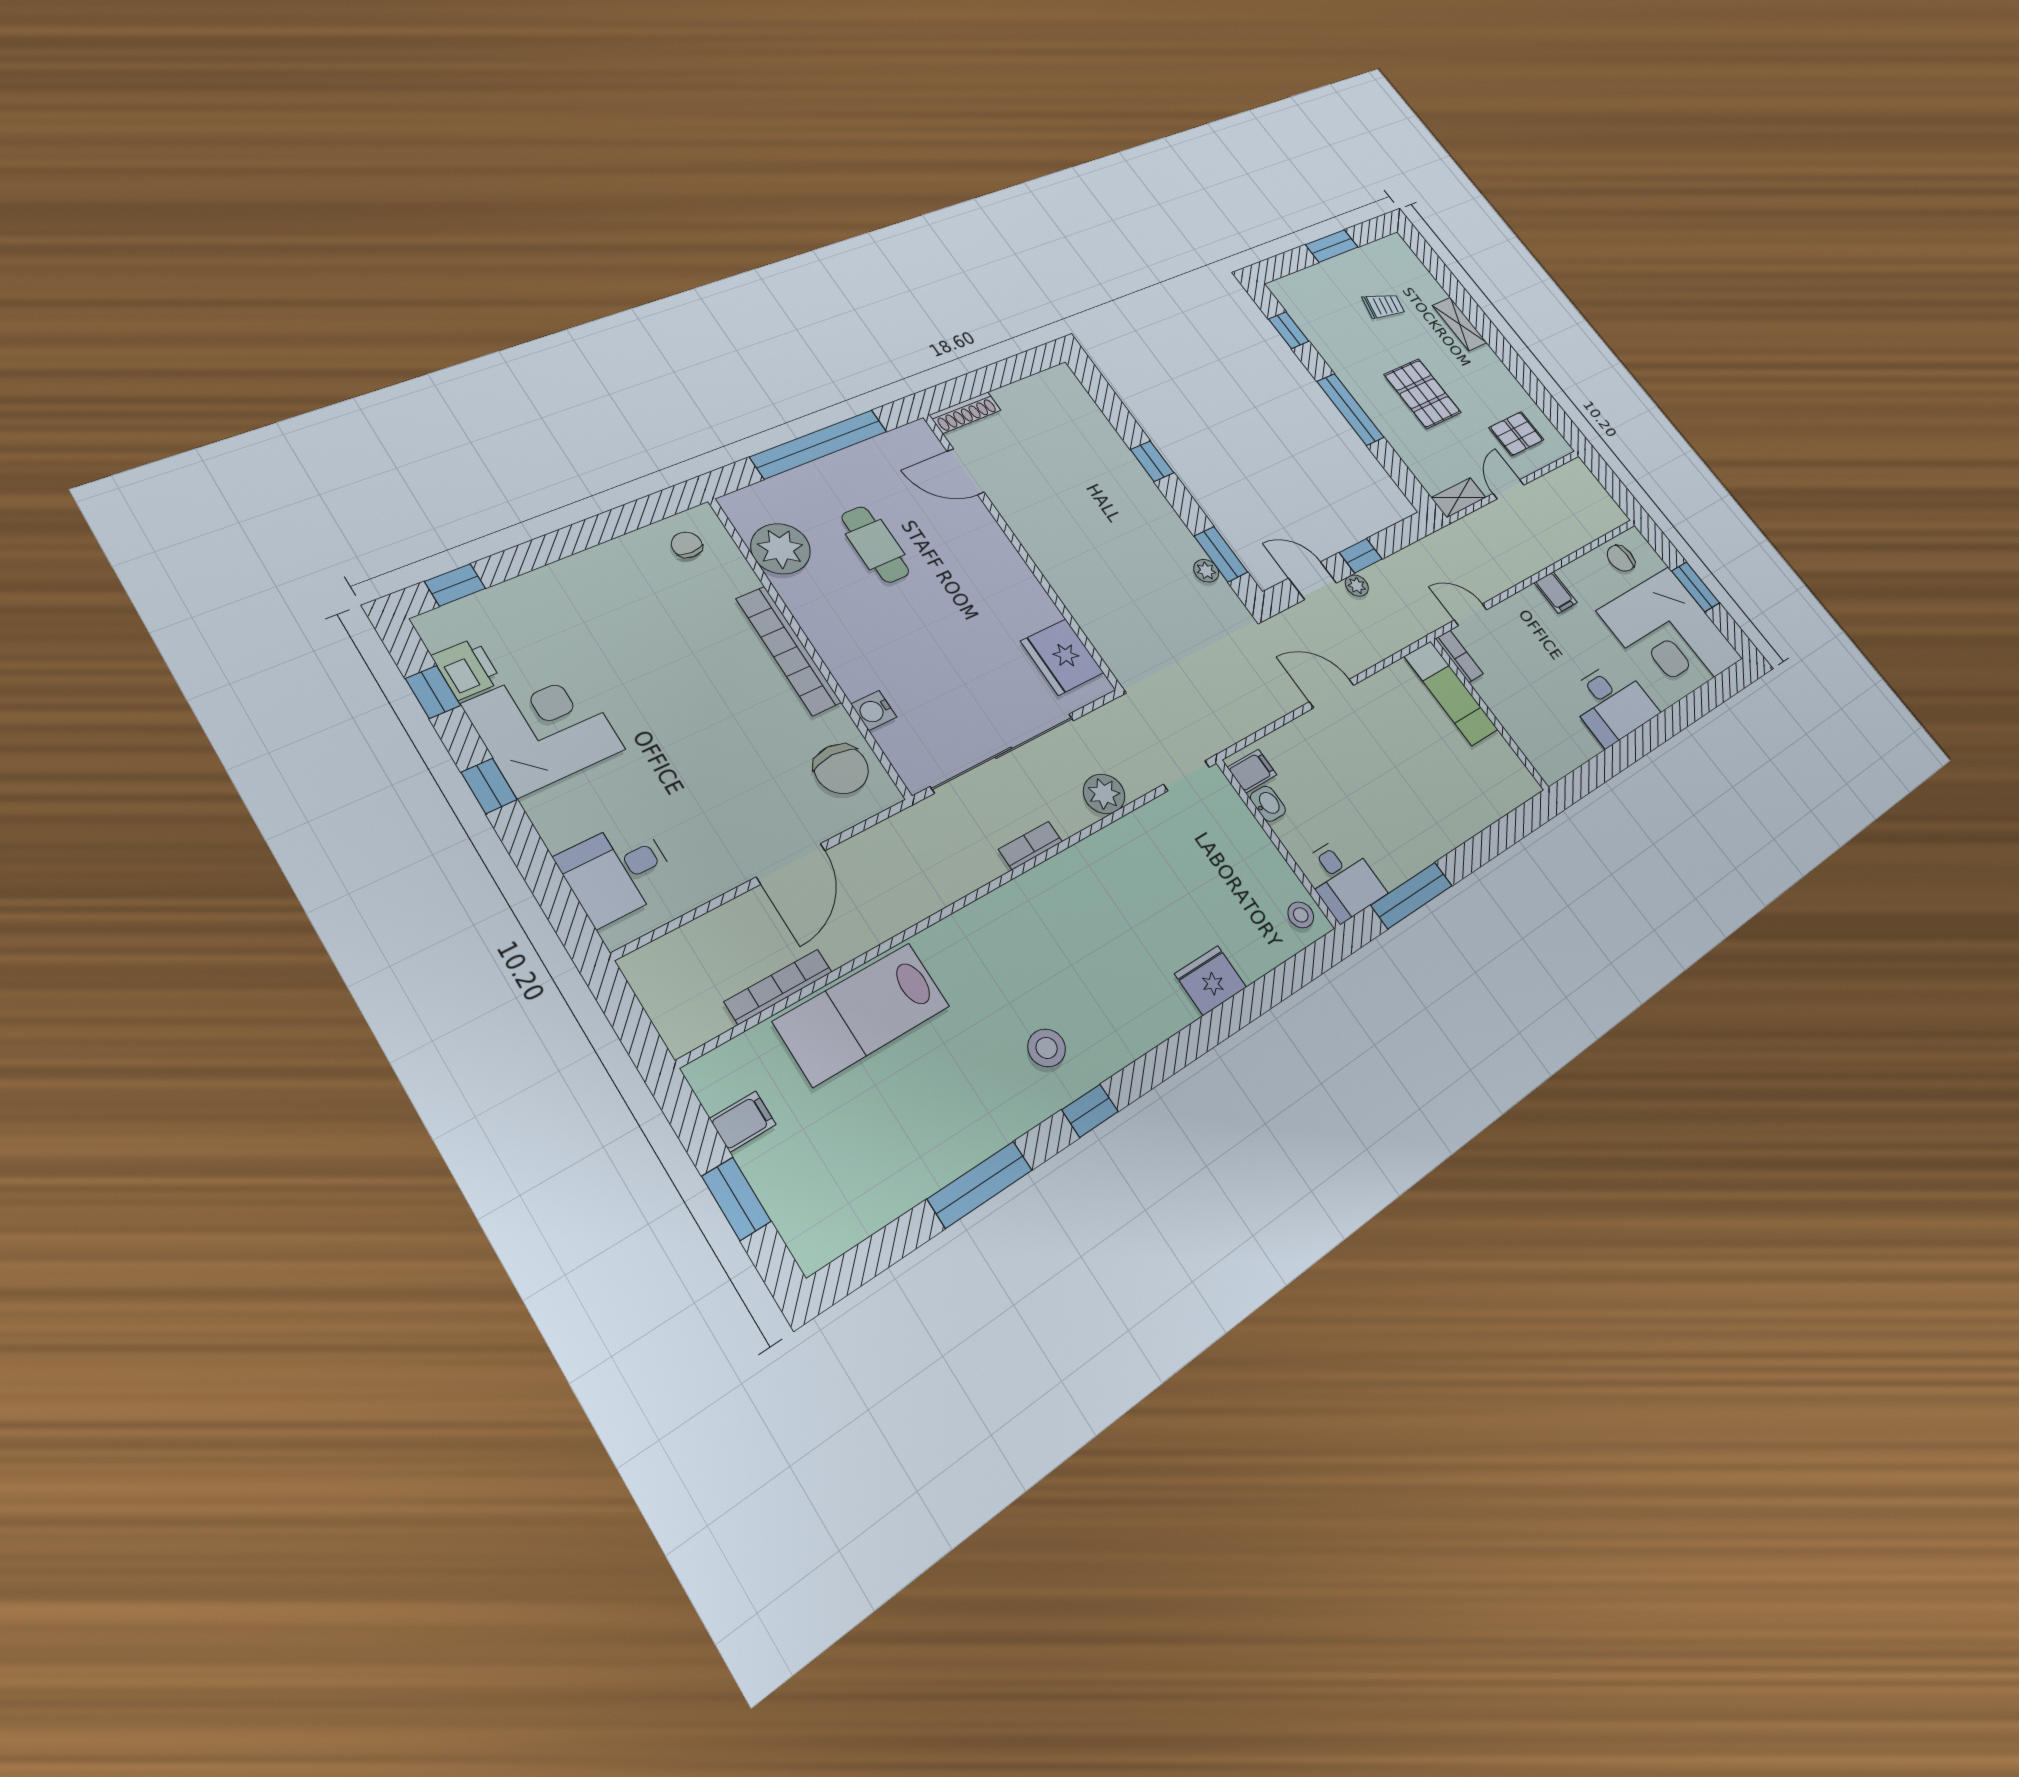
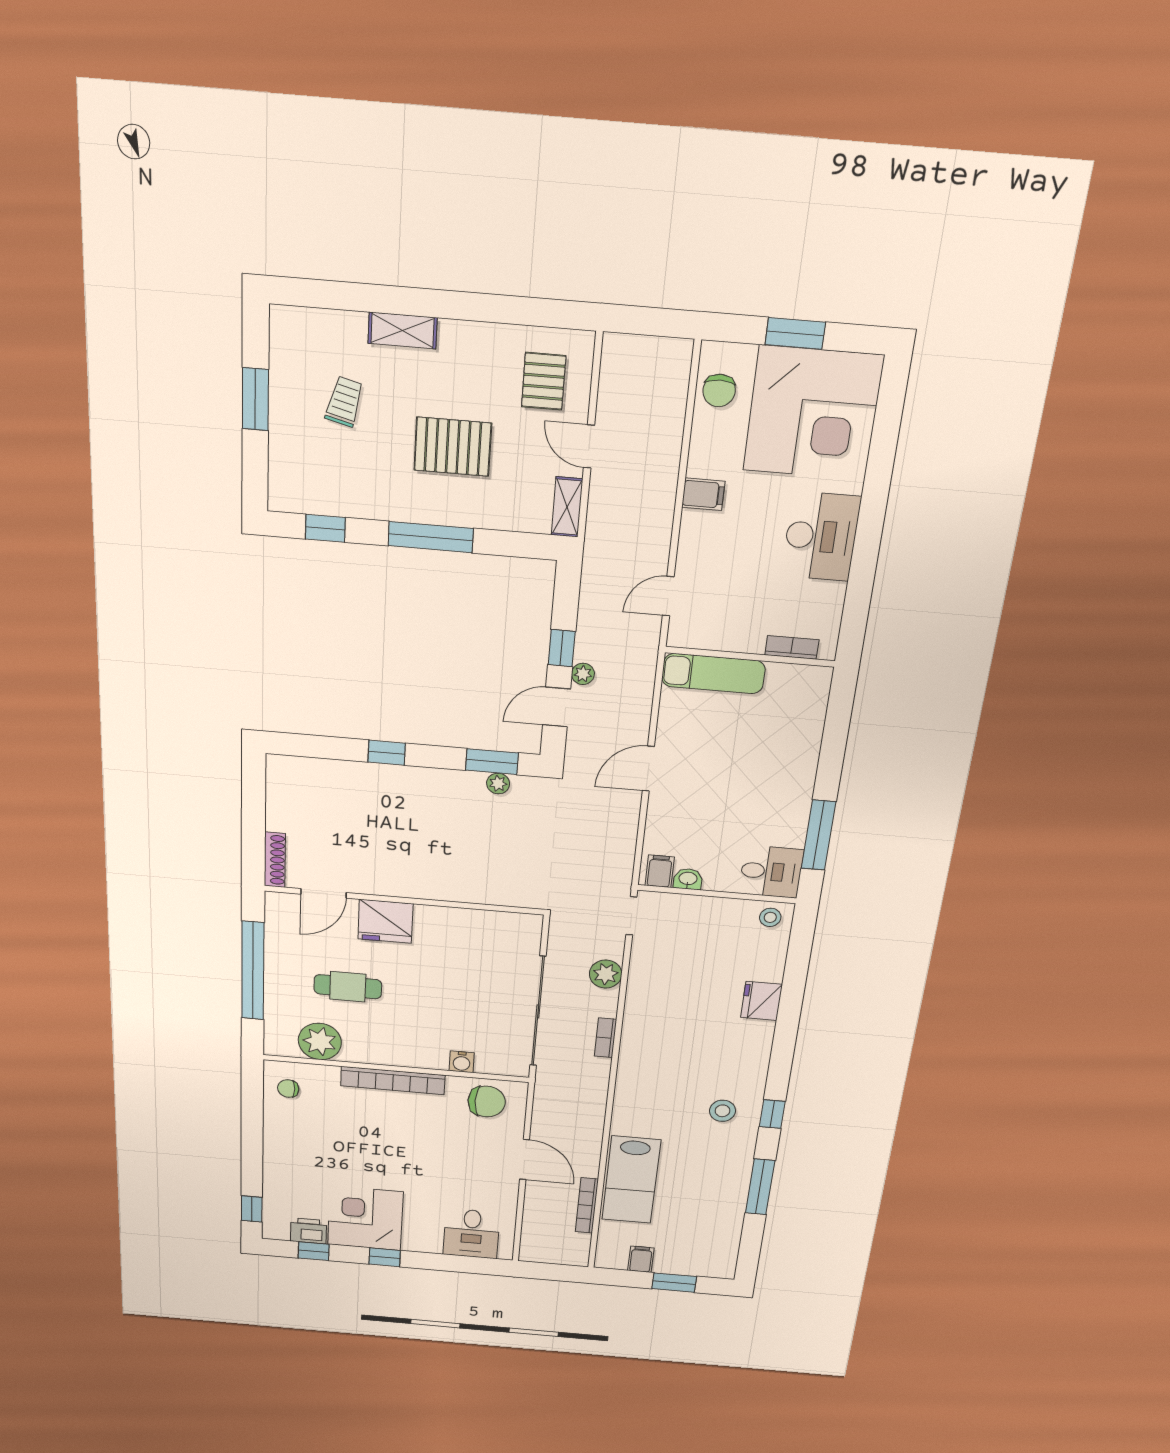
bookcase: (1459, 656) -> (792, 647), moved
fridge: (1062, 657) -> (385, 921), moved

